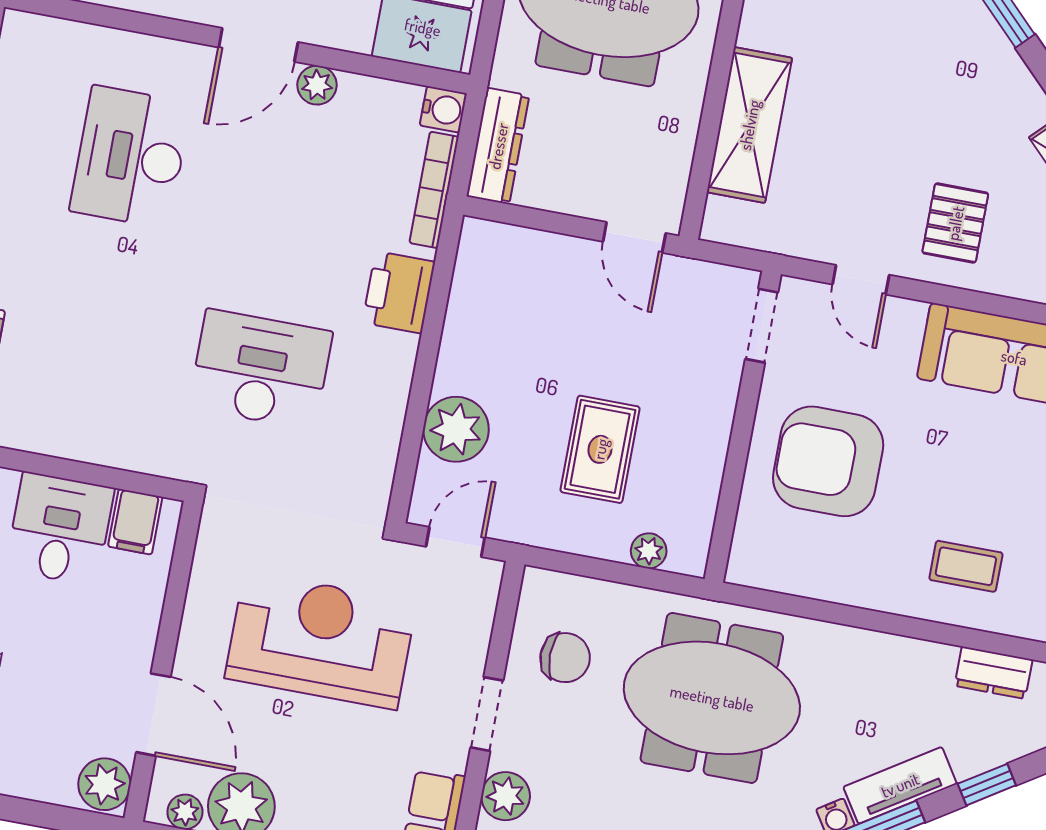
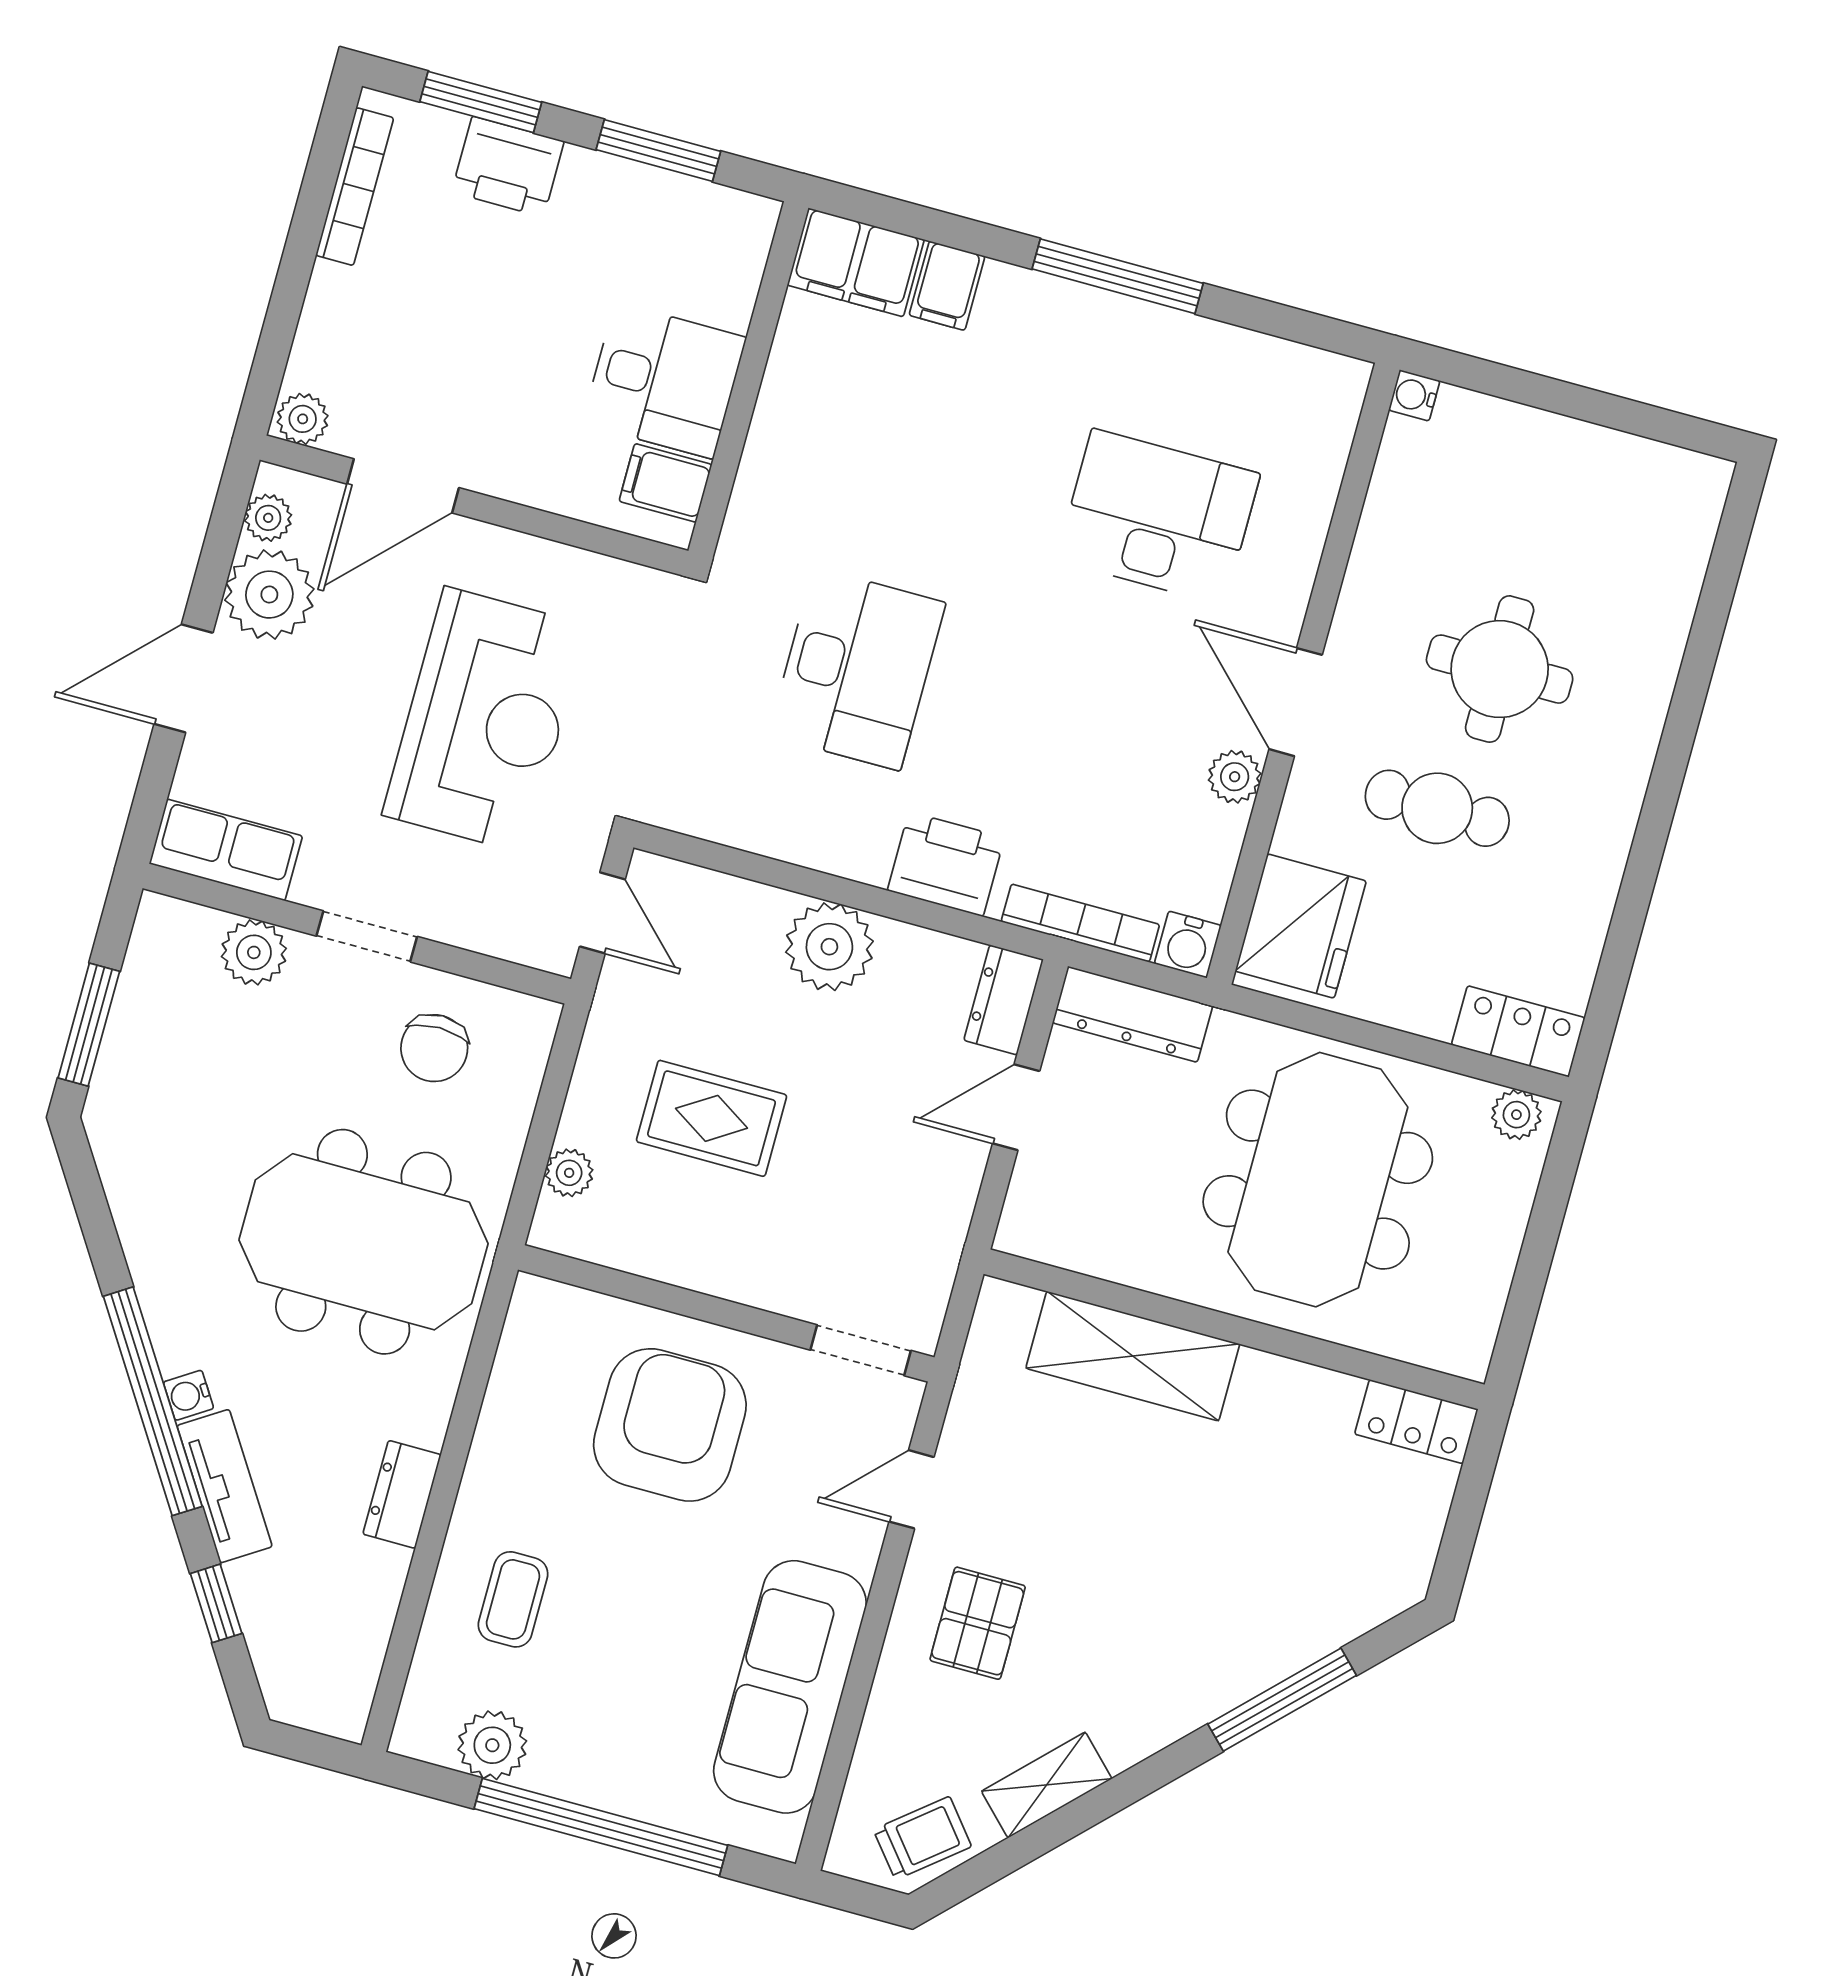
pallet: (955, 223) -> (978, 1623), turned 90
door: (634, 237) -> (1016, 1107), moved
dresser: (495, 242) -> (1004, 1000), added
plant: (456, 429) -> (829, 947), moved
dresser: (993, 673) -> (402, 1494), moved
meeting table: (712, 698) -> (363, 1242), turned 90
plant: (104, 784) -> (303, 419), width x0.73, depth x0.73

